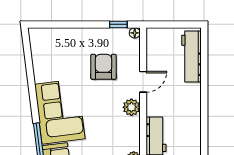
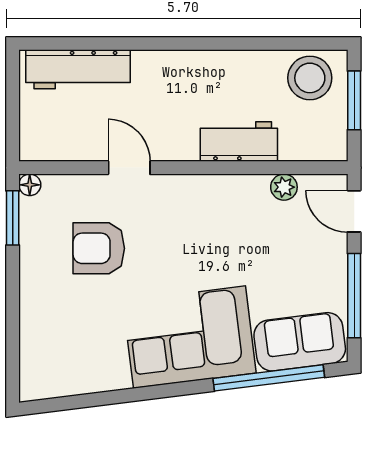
window: (118, 24) -> (13, 218), width x1.50
plant: (131, 107) -> (181, 191), removed

